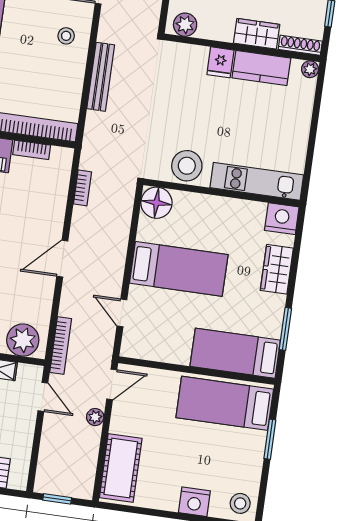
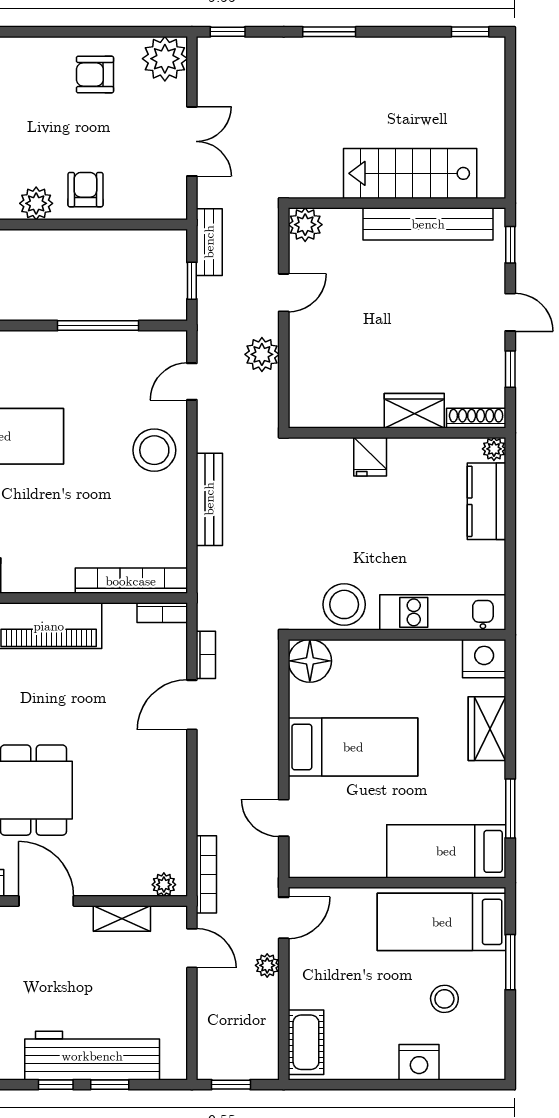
plant: (185, 25) -> (315, 412), removed
stool: (66, 36) -> (154, 450), width x1.89, depth x1.89
kitchen counter: (261, 68) -> (486, 501), moved, turned 90
bookcase: (32, 150) -> (162, 613), moved
door: (62, 259) -> (192, 705), moved
plant: (23, 340) -> (164, 885), width x0.53, depth x0.53
cot: (121, 468) -> (306, 1042), width x0.73, depth x0.75
stool: (240, 503) -> (444, 999), moved

